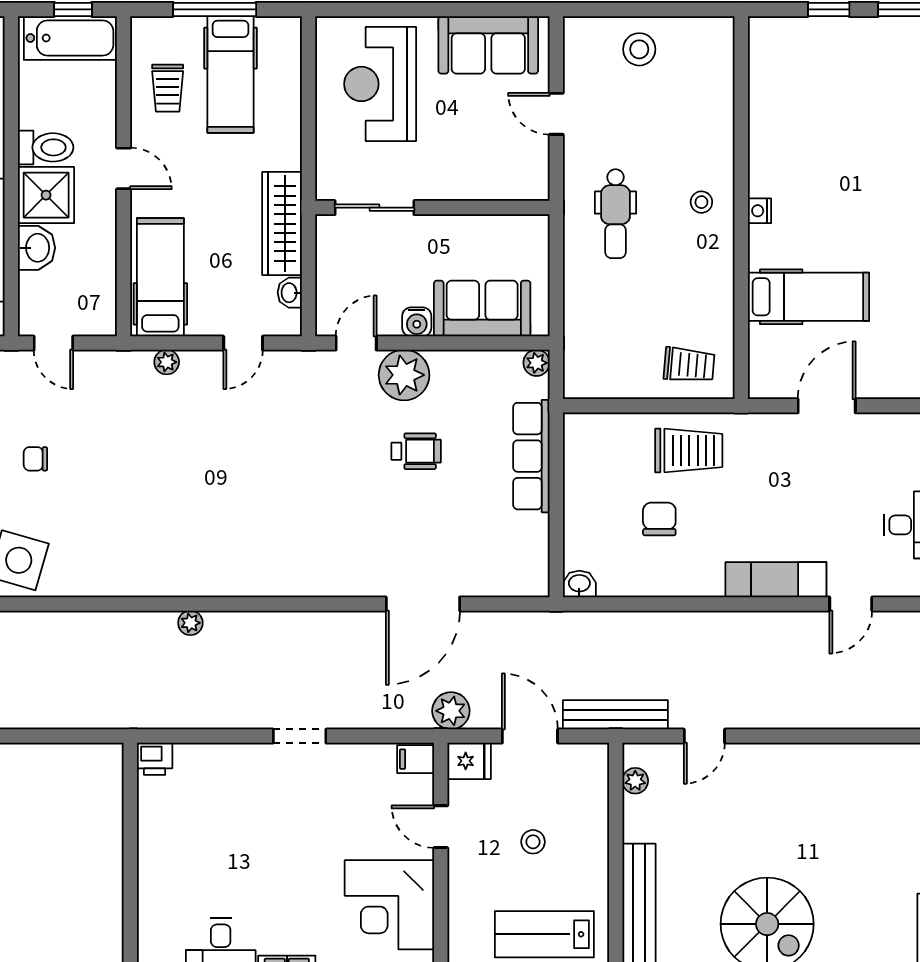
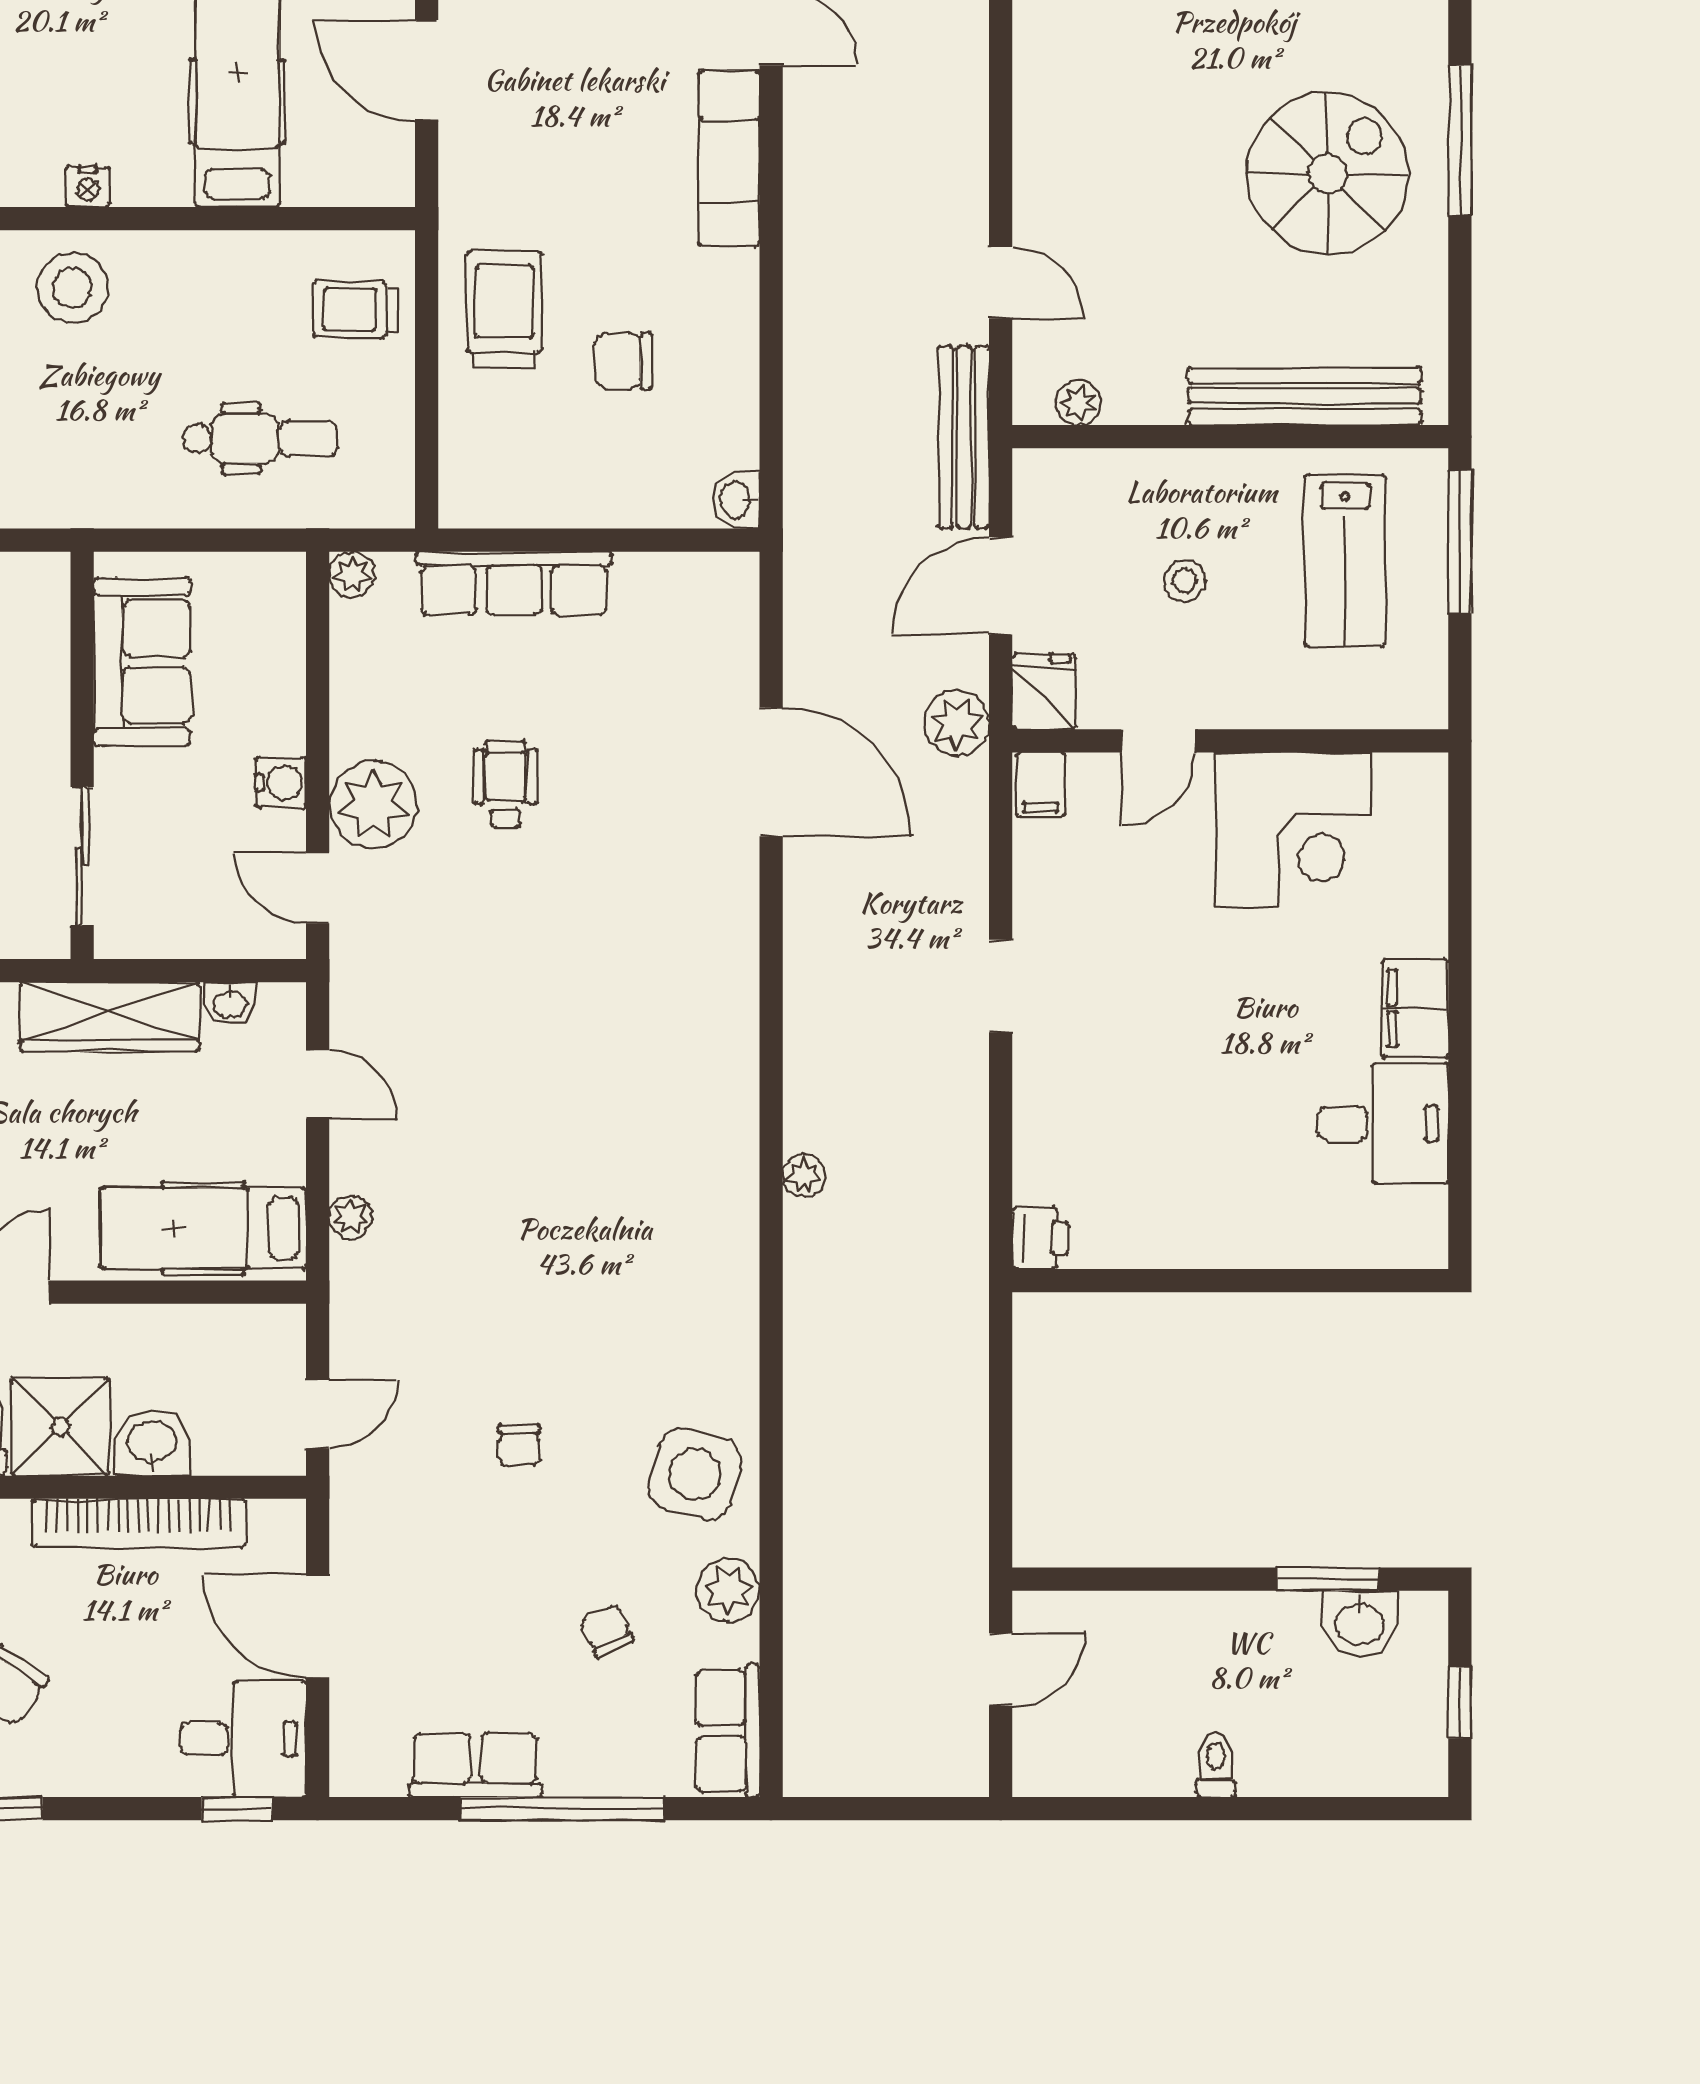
stool: (701, 202) -> (73, 288), width x1.89, depth x1.89
dental chair: (616, 214) -> (260, 438), moved
sofa: (482, 309) -> (142, 662), moved, turned 180
trolley: (689, 365) -> (356, 309), turned -94

